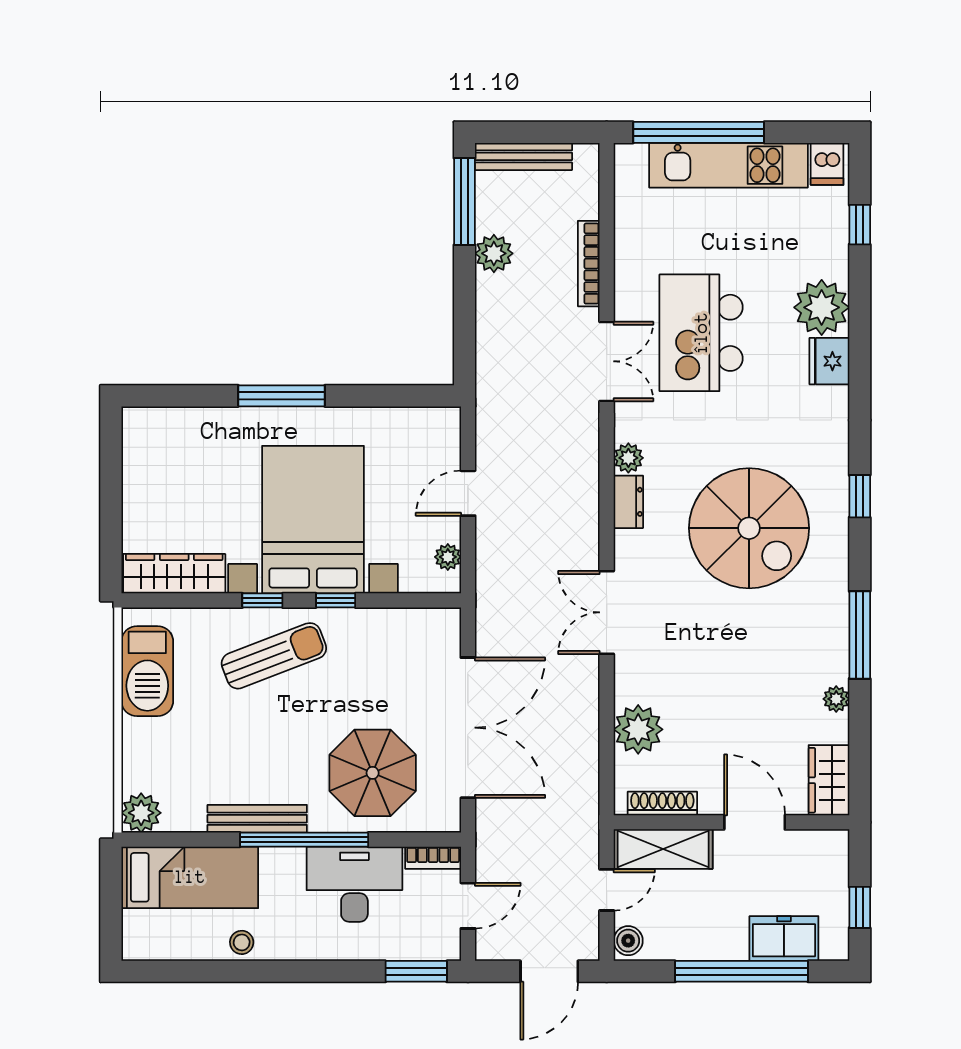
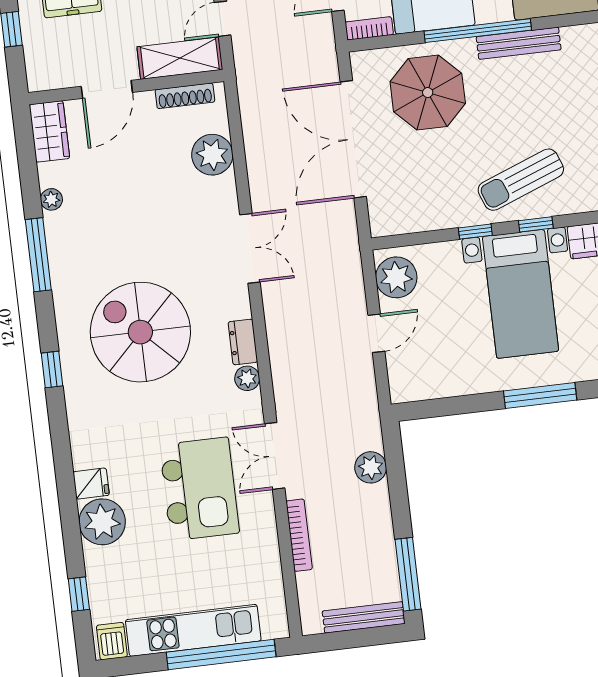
plant: (494, 253) -> (371, 467), moved
fridge: (829, 361) -> (91, 484), width x0.72
bed with nightstands: (313, 520) -> (521, 294), width x0.73
plant: (448, 557) -> (396, 277), width x1.88, depth x1.88
door: (755, 822) -> (107, 89), hinge flipped

